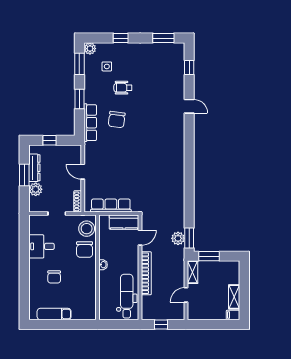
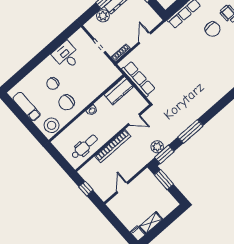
chair: (117, 120) -> (213, 29), moved, turned -97
window: (189, 201) -> (190, 131), added
kitchen counter: (124, 222) -> (119, 91), moved, turned -90
stool: (87, 229) -> (52, 125), moved
chair: (85, 250) -> (66, 102), moved
shelving: (192, 272) -> (142, 178), removed
door: (186, 295) -> (122, 188), hinge flipped
dental chair: (127, 296) -> (84, 147), width x0.73, depth x0.72

